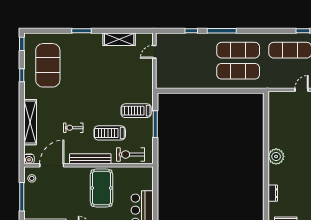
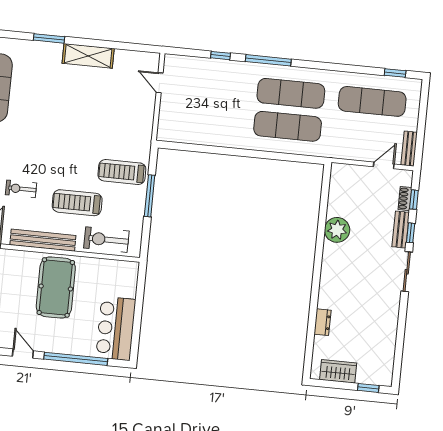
shelving: (119, 39) -> (88, 56), moved
door: (154, 52) -> (160, 83), hinge flipped
plant: (276, 156) -> (337, 230), moved

